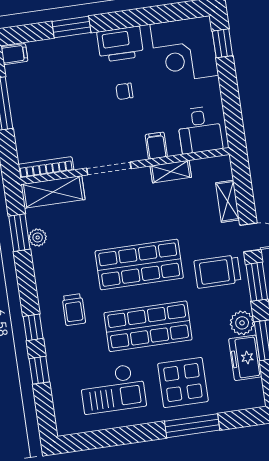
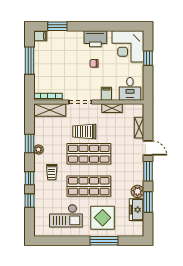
window: (71, 27) -> (57, 26), moved
window: (222, 43) -> (148, 58), moved
window: (19, 233) -> (29, 144), moved
plant: (38, 238) -> (38, 149), moved
trolley: (217, 272) -> (84, 132), moved

